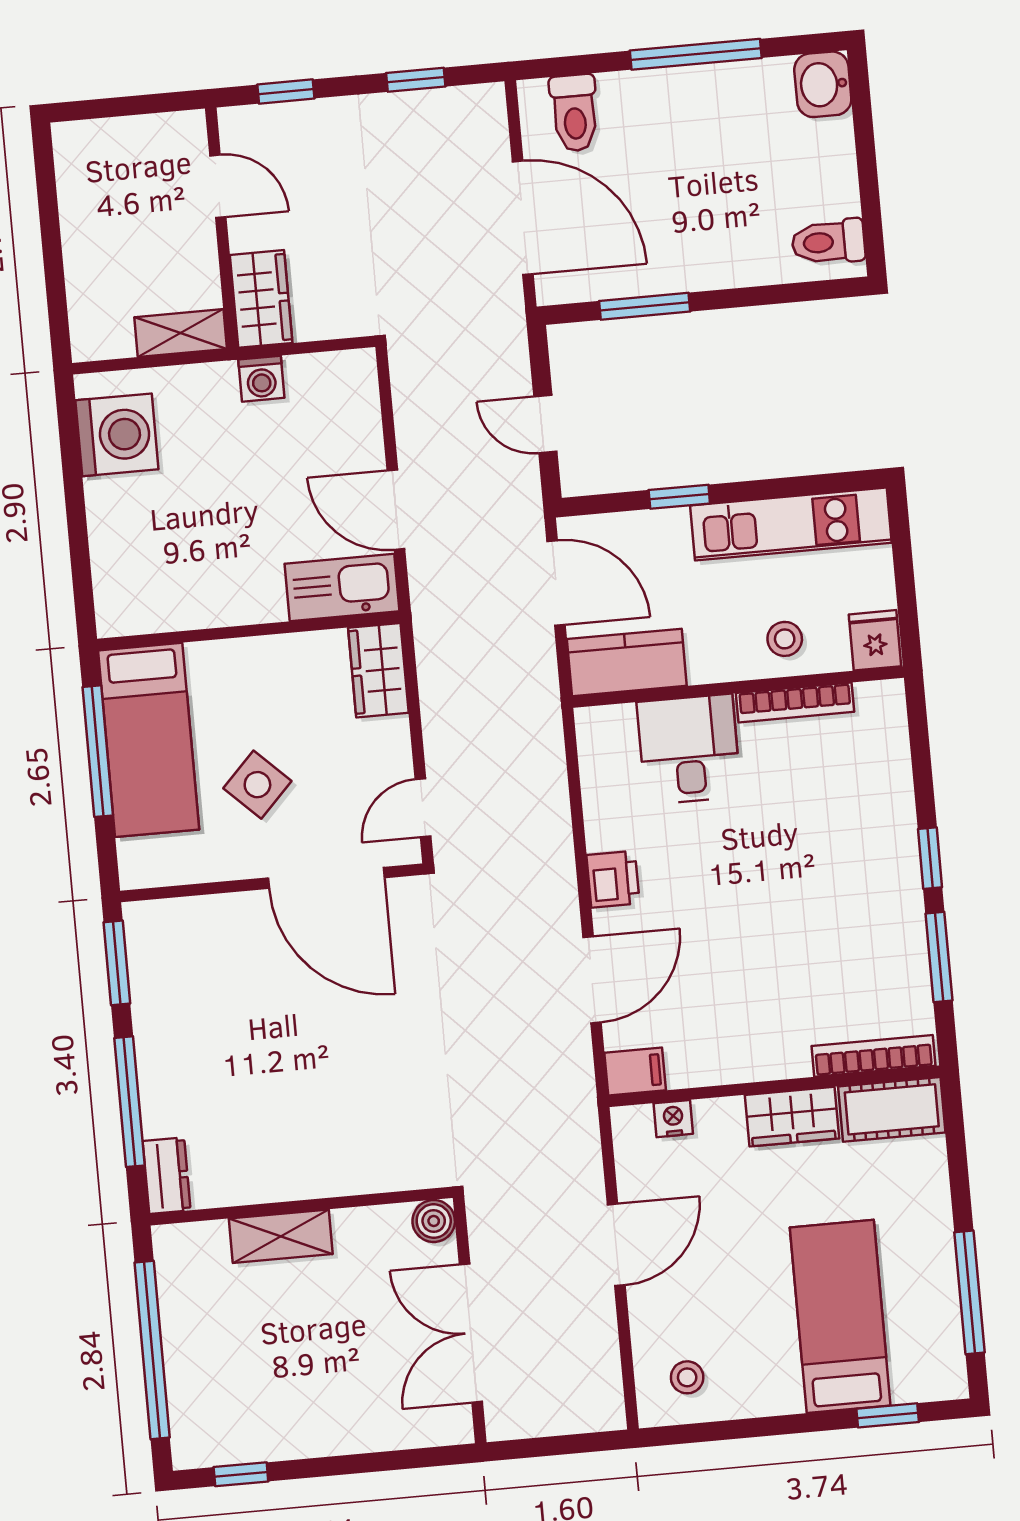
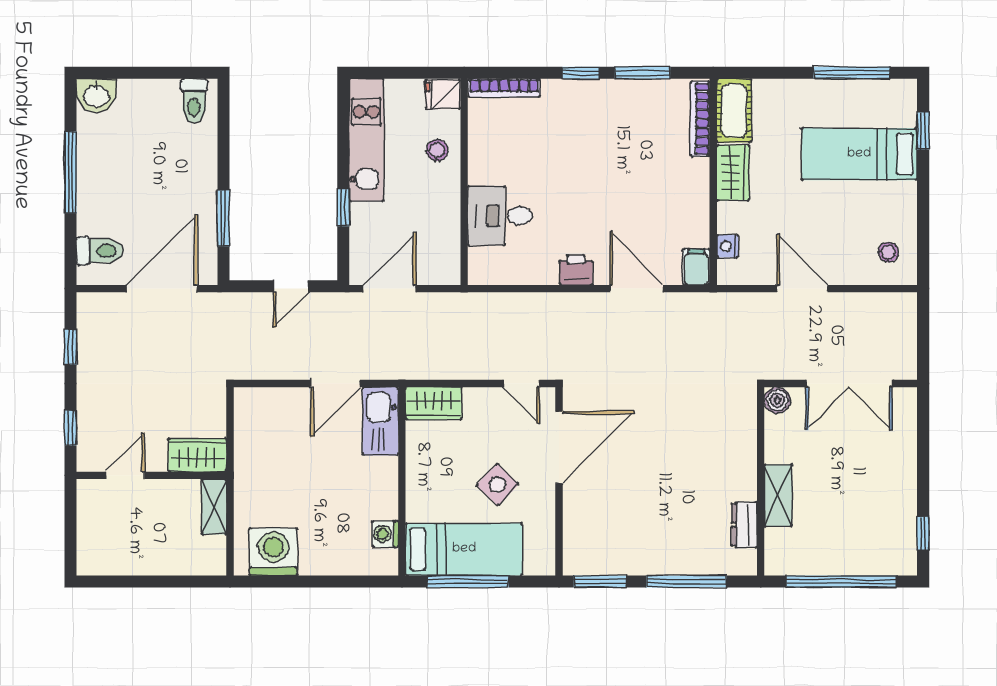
washing machine: (261, 379) -> (385, 534), moved, turned 180
kitchen counter: (627, 662) -> (443, 249), removed
bookcase: (795, 702) -> (504, 88), moved, turned 90
dresser: (167, 1176) -> (744, 525), moved, turned -90

